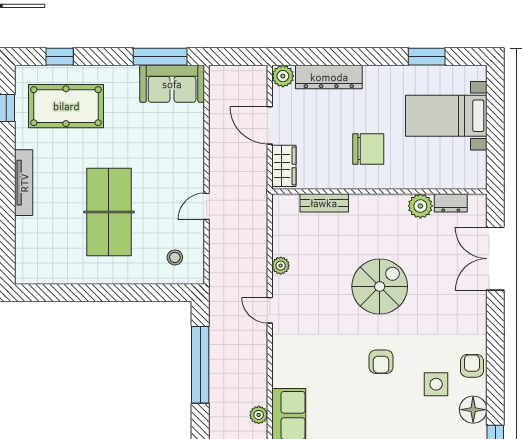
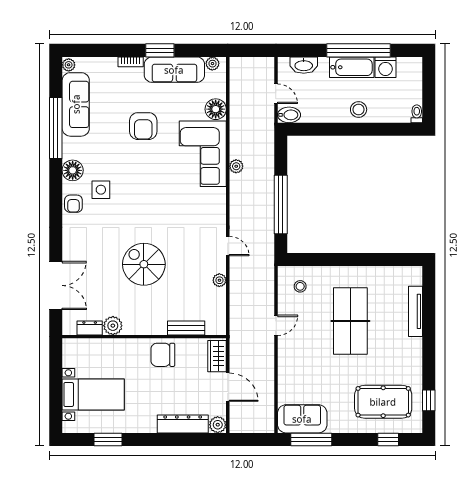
chair: (368, 149) -> (163, 355), moved
tv unit: (24, 183) -> (415, 311), moved
spiral stairs: (380, 286) -> (144, 264), turned 90
armchair: (381, 362) -> (143, 207), removed

